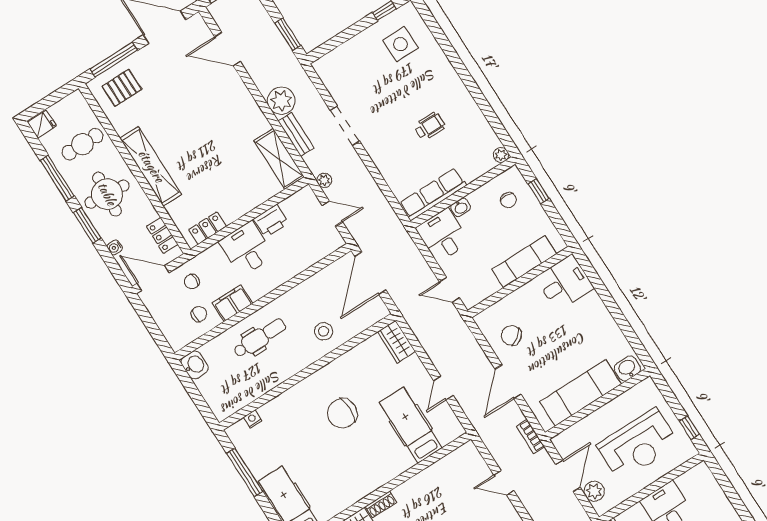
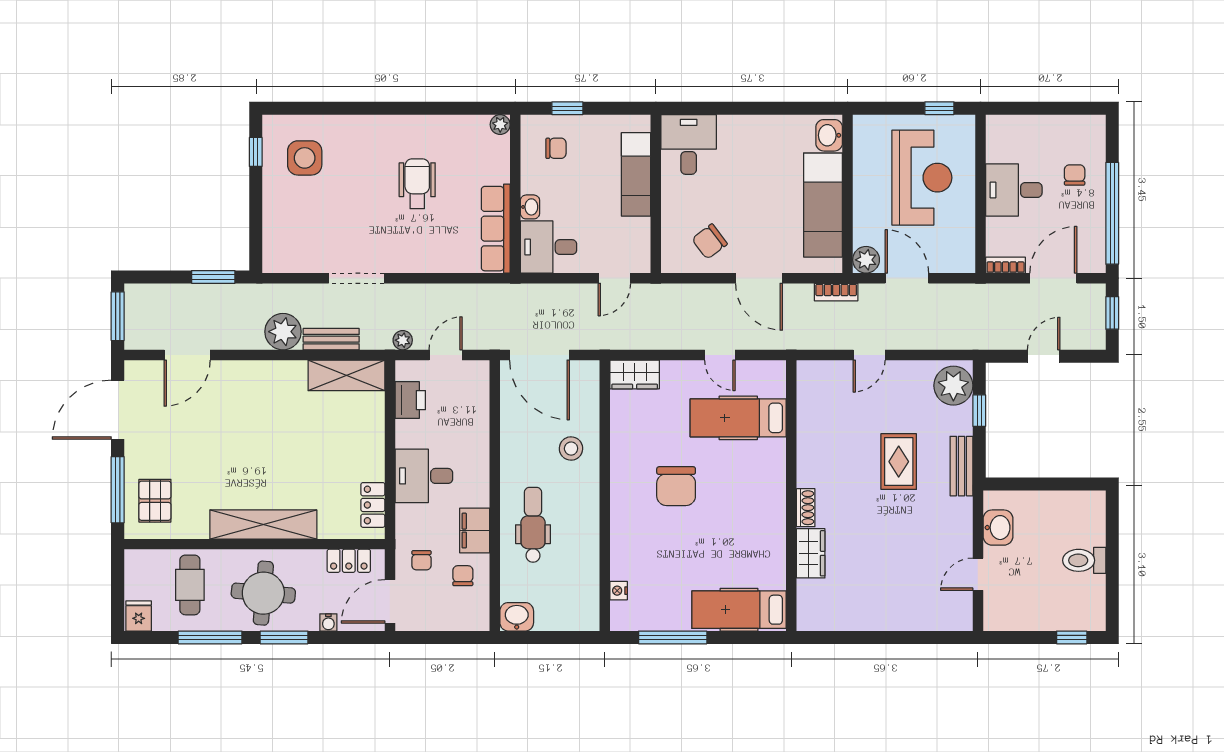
wheelchair: (430, 126) -> (417, 184), width x1.36, depth x1.37
printer: (271, 221) -> (410, 400), moved
plant: (594, 491) -> (866, 260), moved

